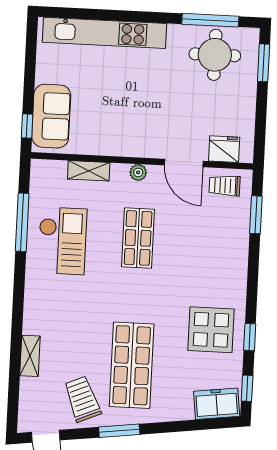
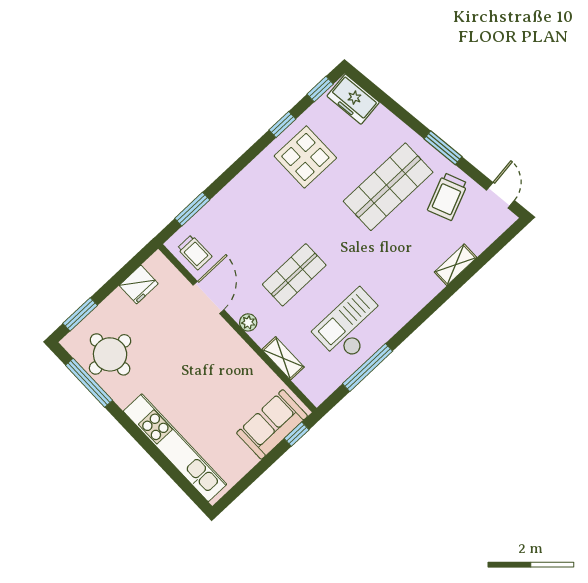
fridge: (224, 149) -> (139, 284), moved, turned -90

